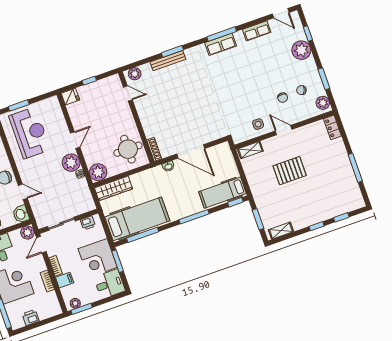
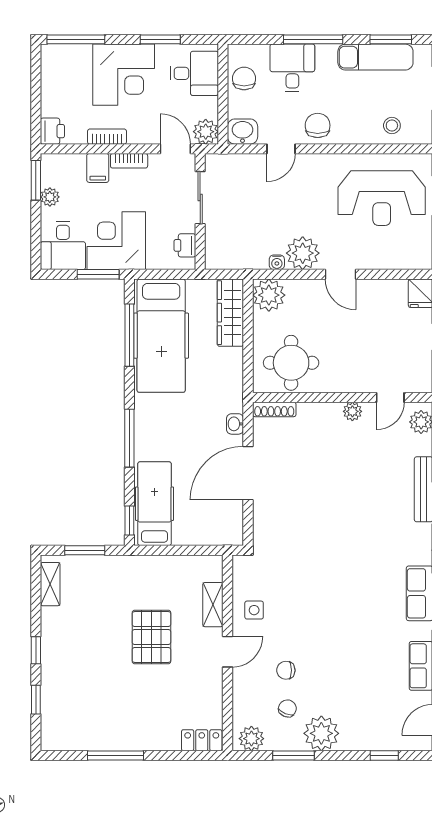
plant: (301, 50) -> (321, 733), moved
plant: (141, 110) -> (352, 411), added
shelving: (250, 150) -> (213, 605), moved
plant: (75, 303) -> (50, 197), moved
printer: (31, 318) -> (52, 131), moved

